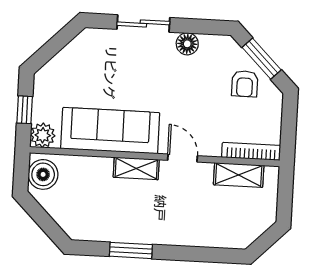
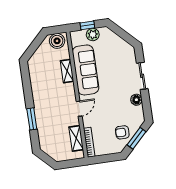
plant: (43, 135) -> (93, 35), moved
shelving: (136, 168) -> (67, 71), moved
window: (131, 250) -> (32, 119), moved

